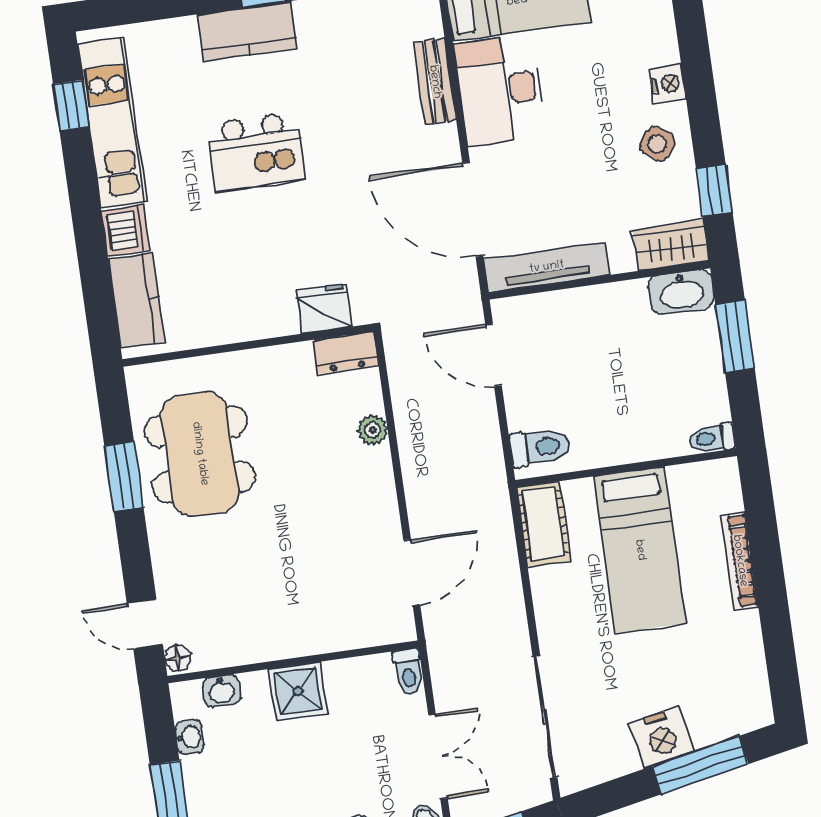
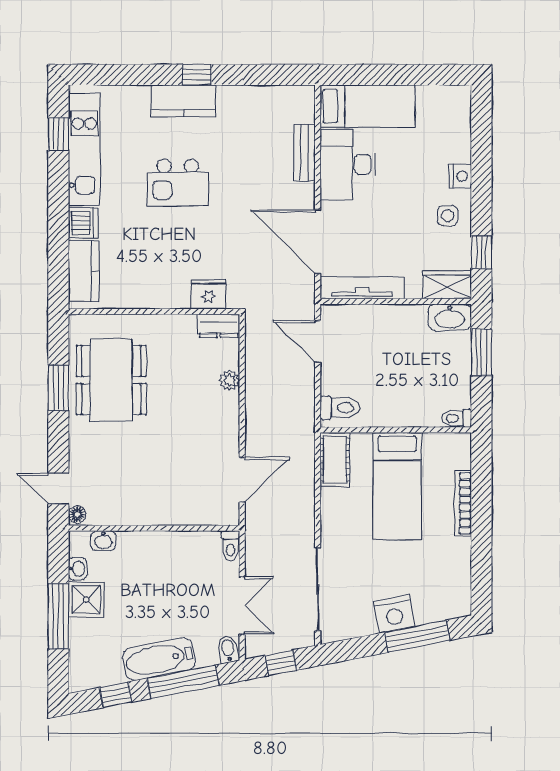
side table: (657, 144) -> (448, 216), turned -37
shower: (298, 691) -> (86, 600), moved

